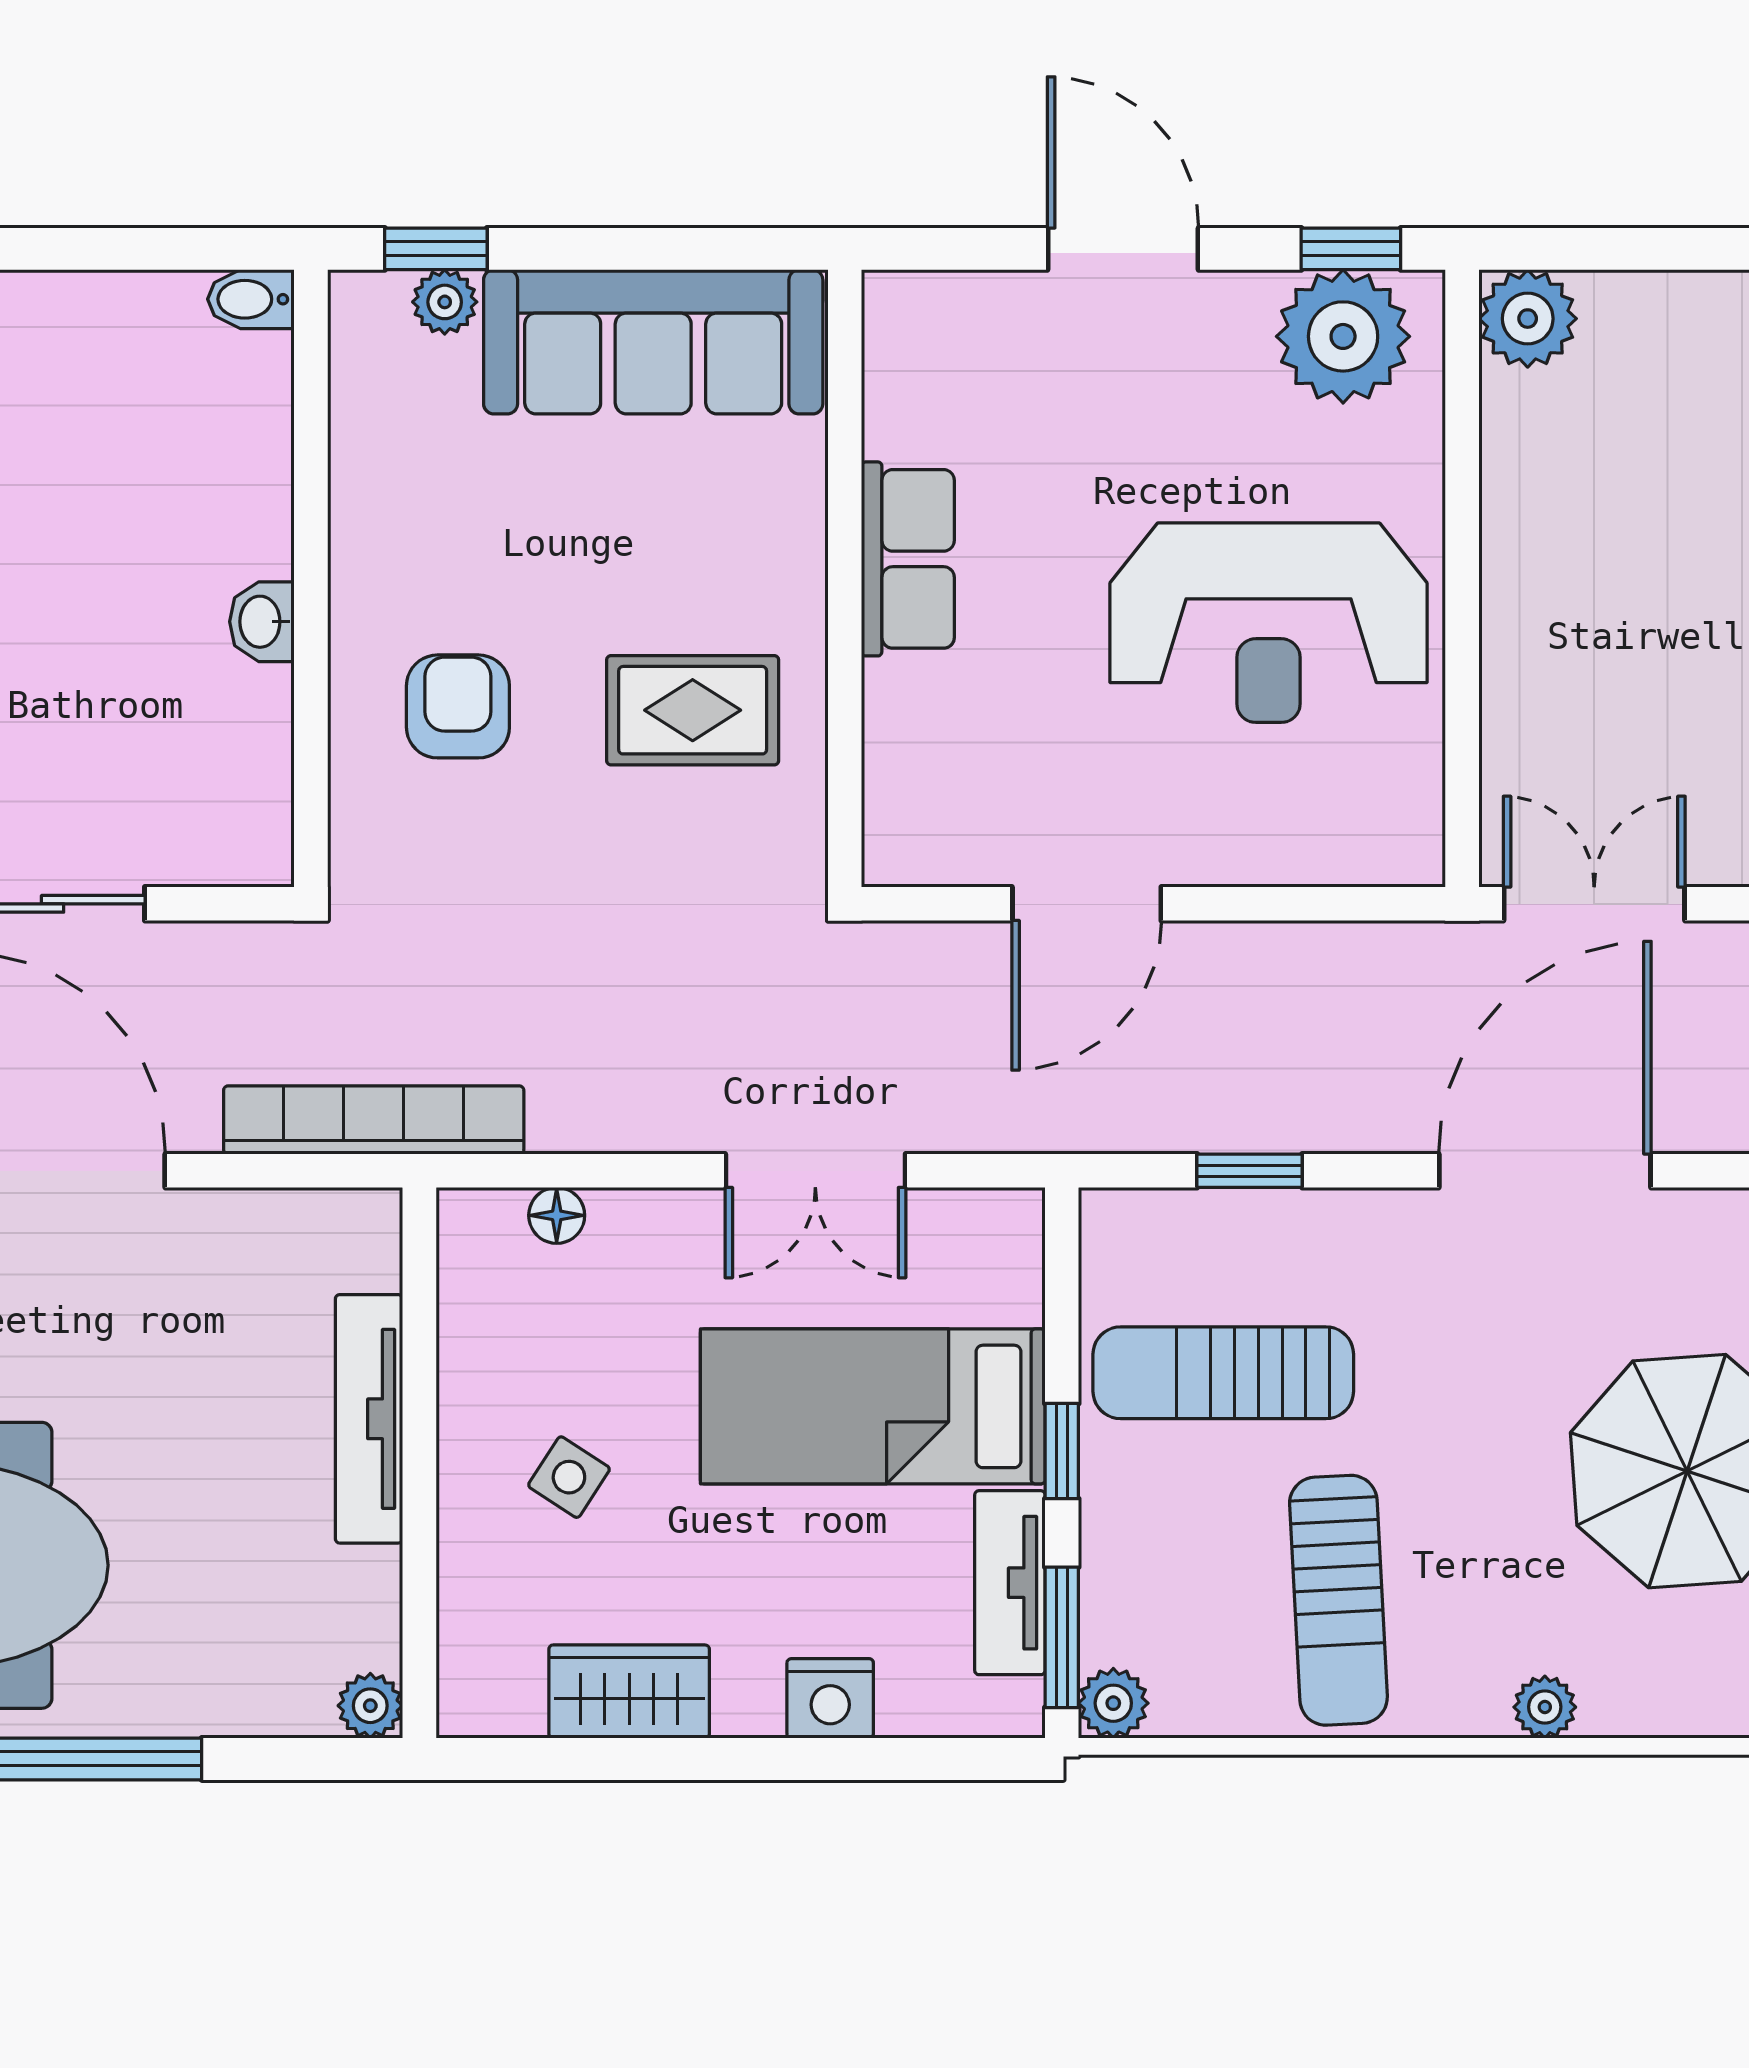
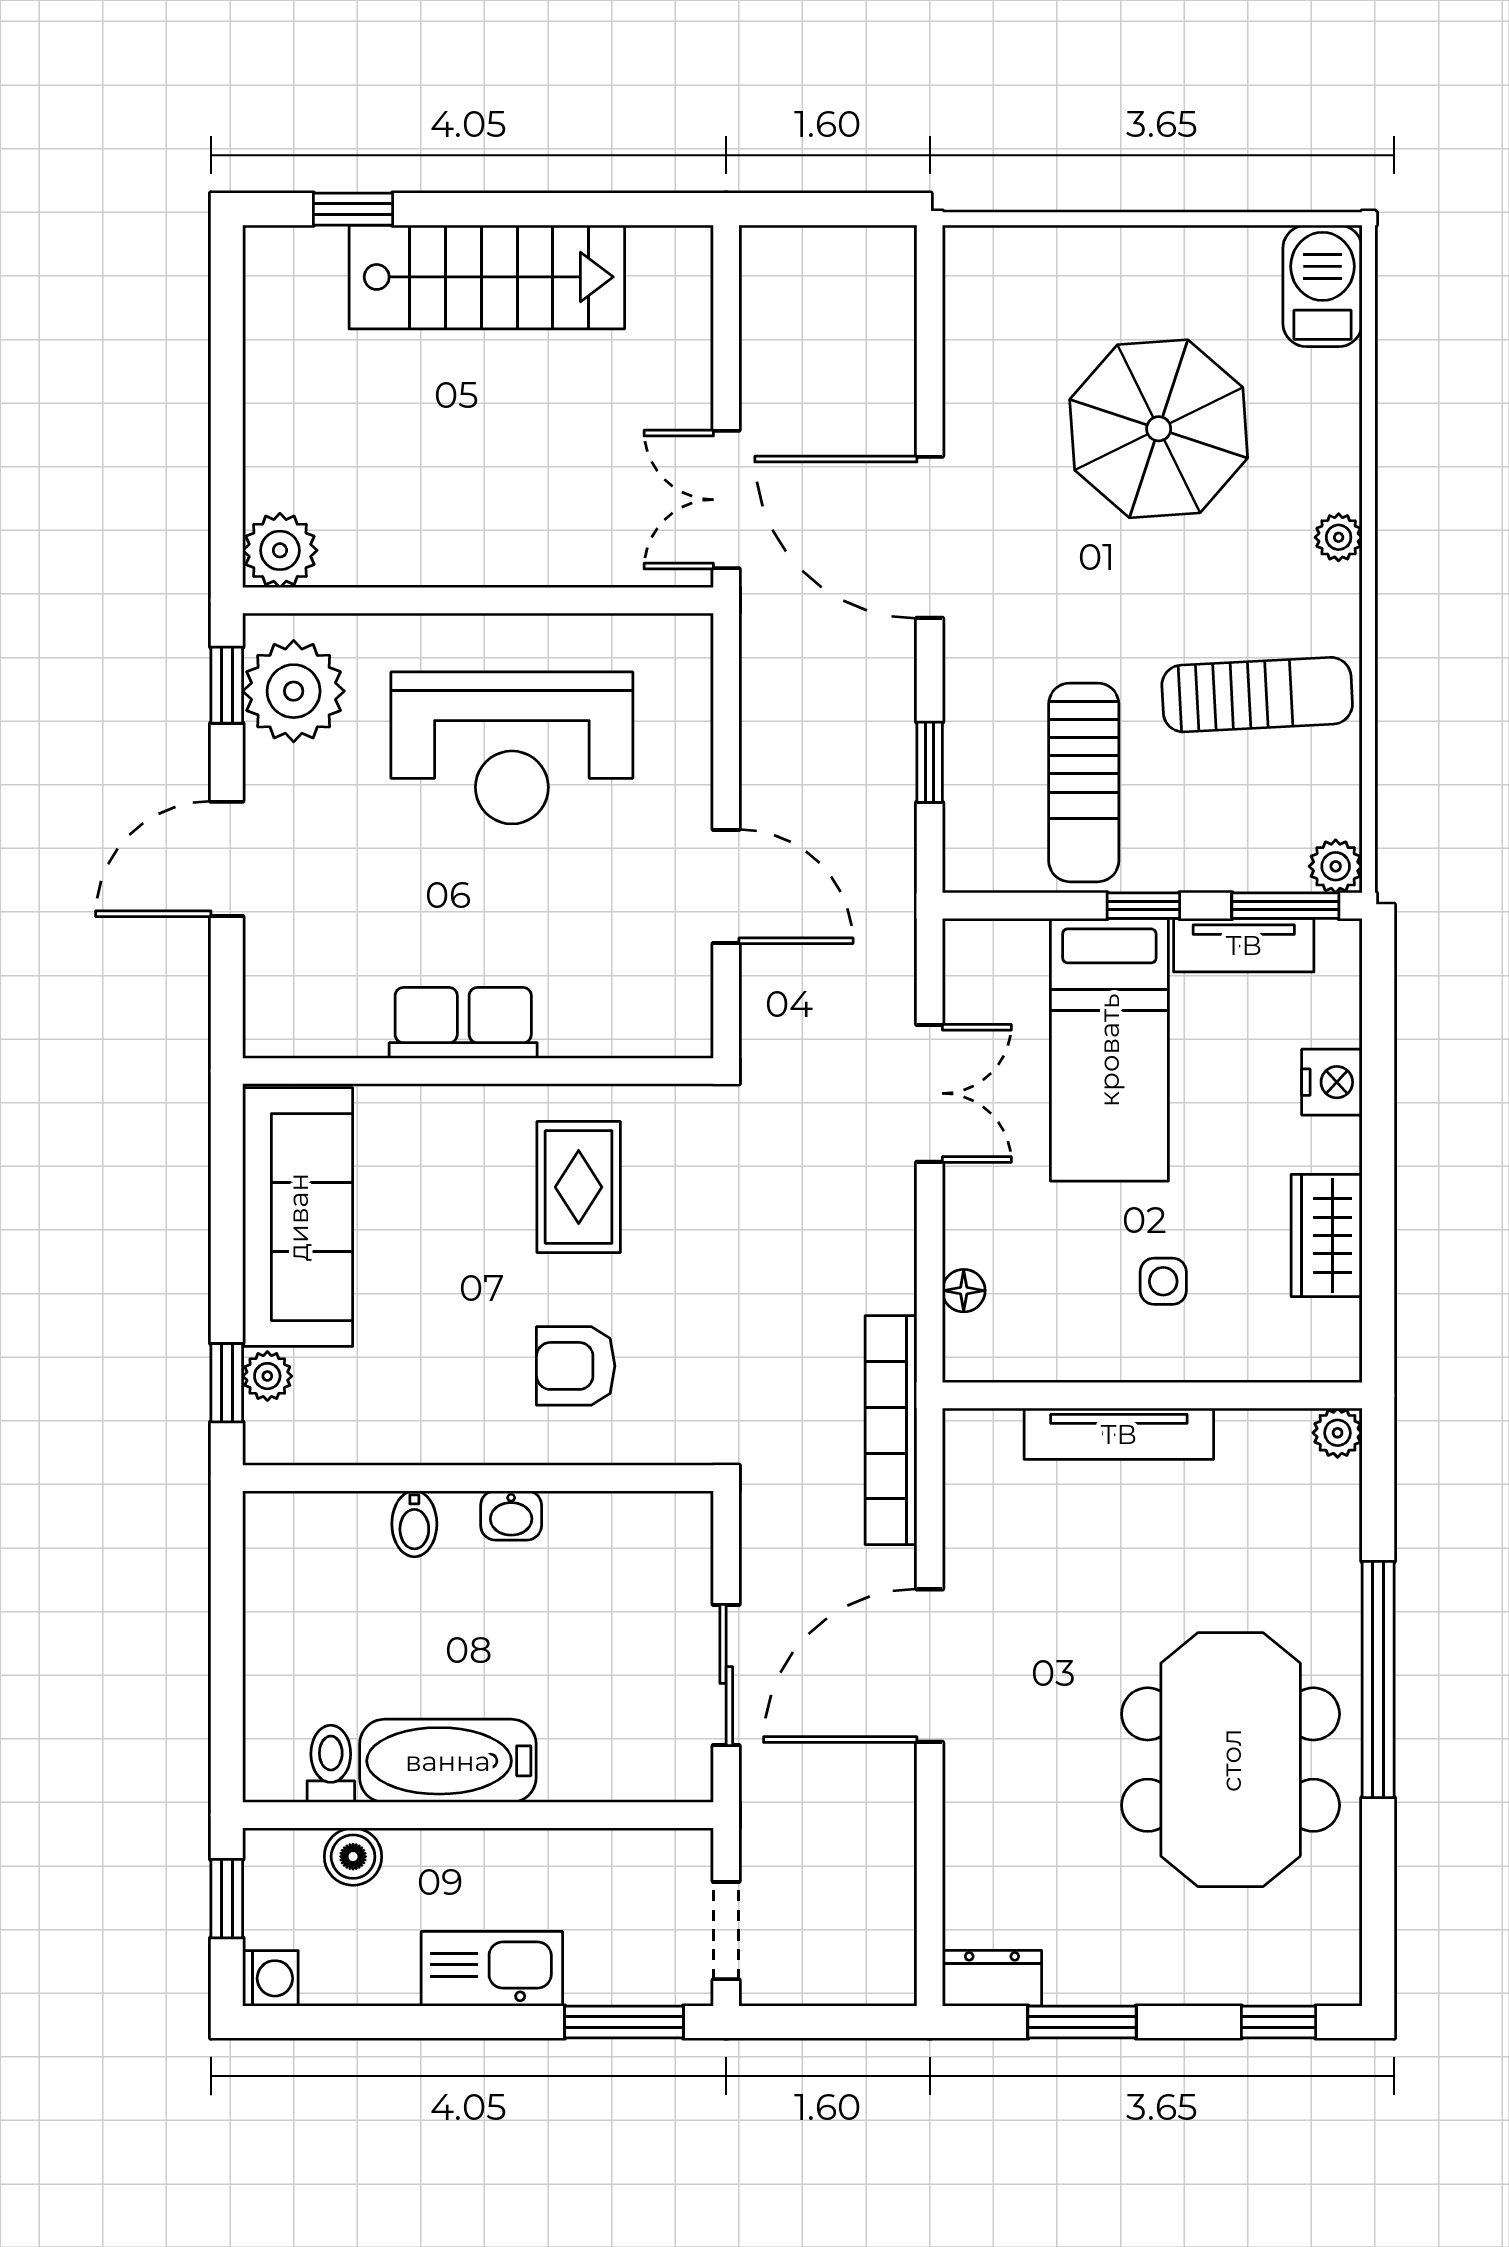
bidet: (251, 299) -> (414, 1524), moved
reception desk: (1269, 623) -> (512, 748), turned 90
side table: (569, 1477) -> (1163, 1281), turned -33

